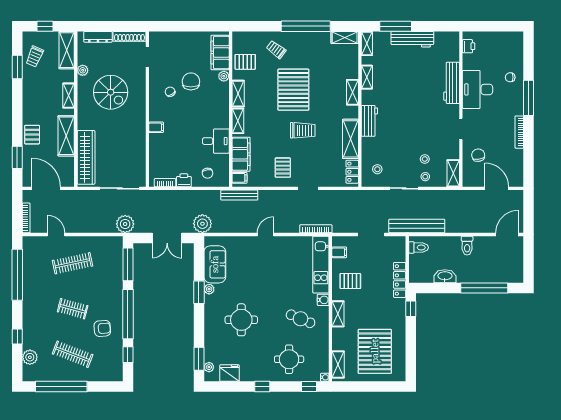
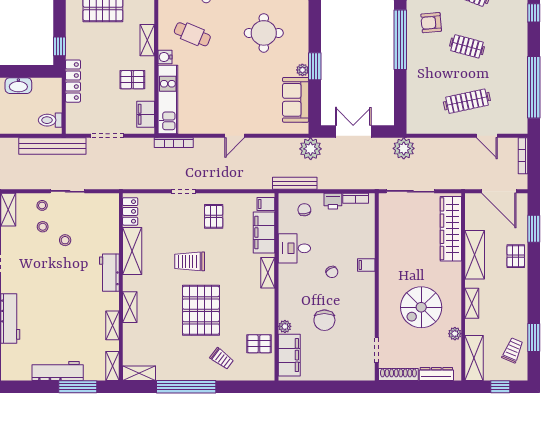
spiral stairs: (111, 92) -> (421, 307), turned -90
chair: (170, 92) -> (332, 272), moved
shelving: (238, 94) -> (267, 306), removed
stool: (377, 169) -> (65, 240), moved
bench: (239, 195) -> (295, 183), moved
filing cabinet: (339, 252) -> (146, 114), width x2.00
window: (128, 264) -> (400, 100), removed

